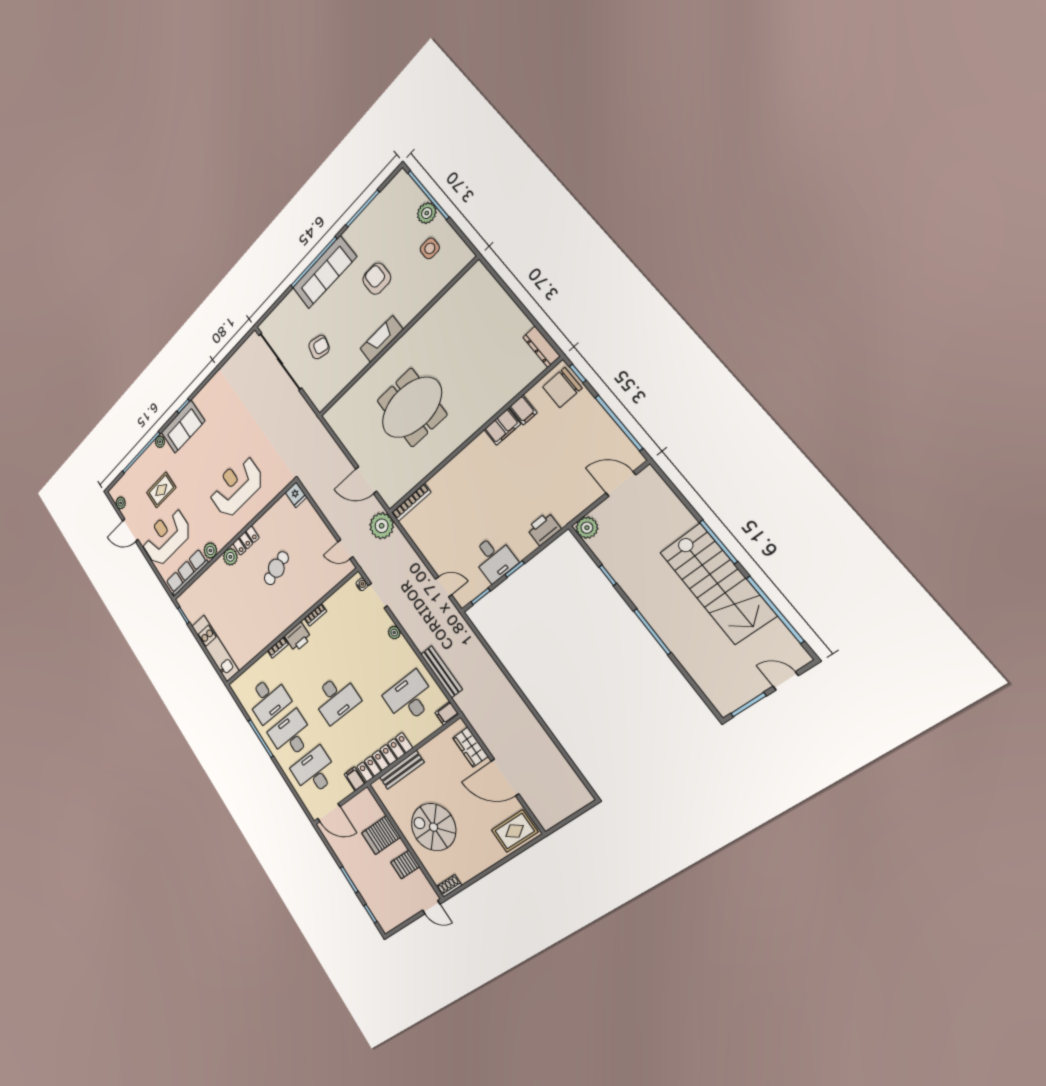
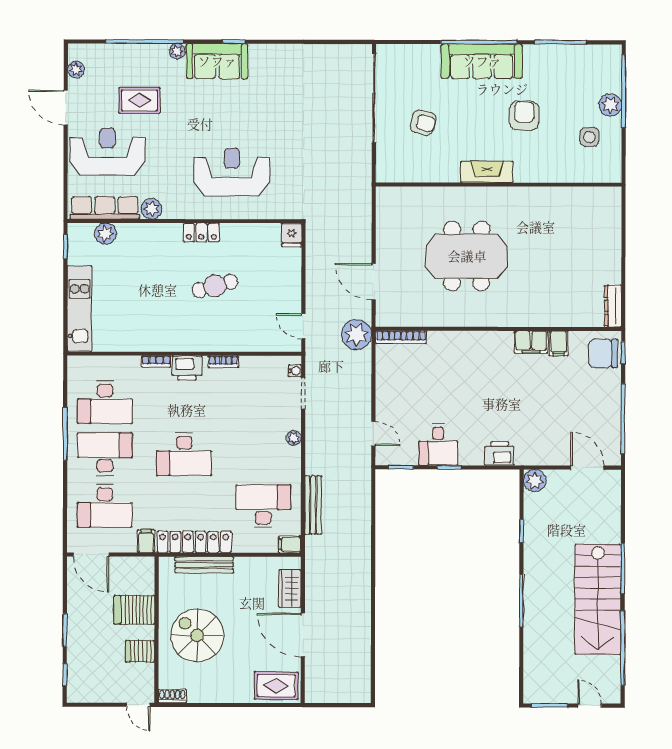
plant: (230, 557) -> (105, 234), moved
desk: (314, 771) -> (105, 506), turned 180

